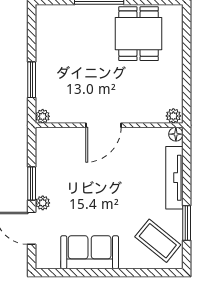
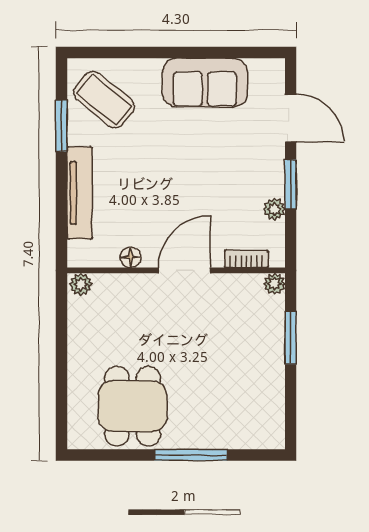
bookcase: (62, 133) -> (246, 259), added
floor lamp: (176, 134) -> (131, 257), moved
plant: (43, 203) -> (274, 209), moved

